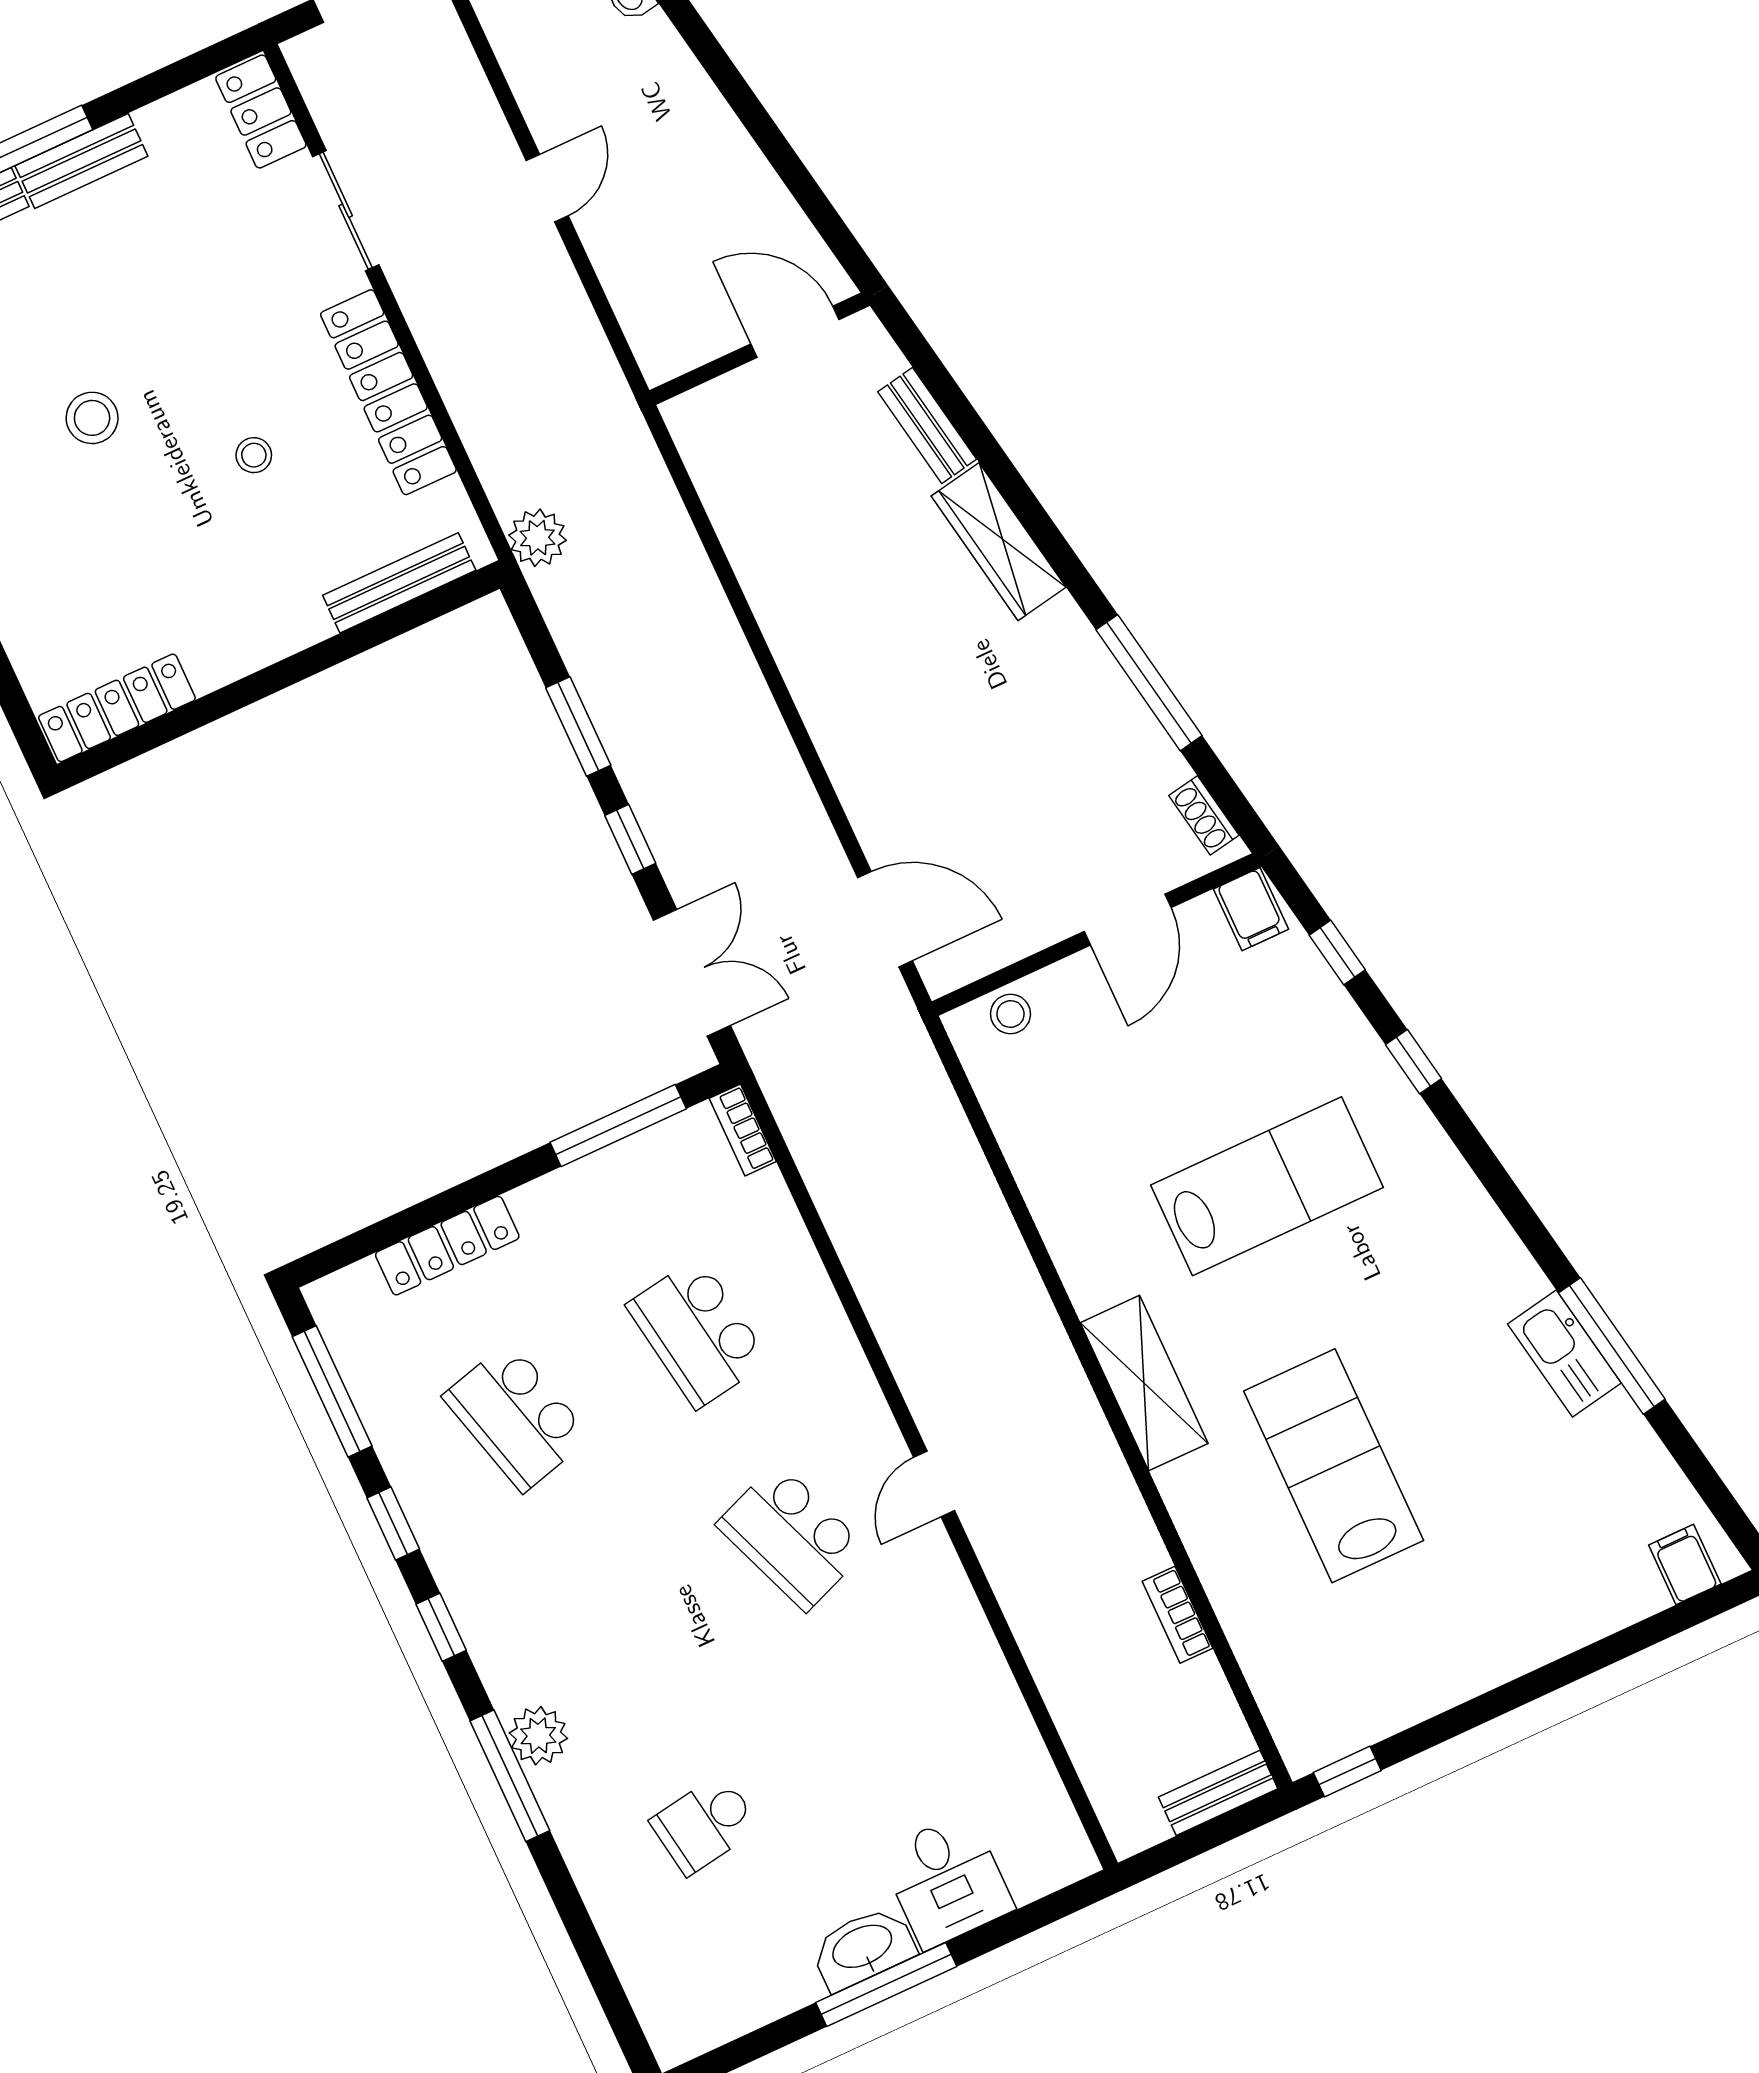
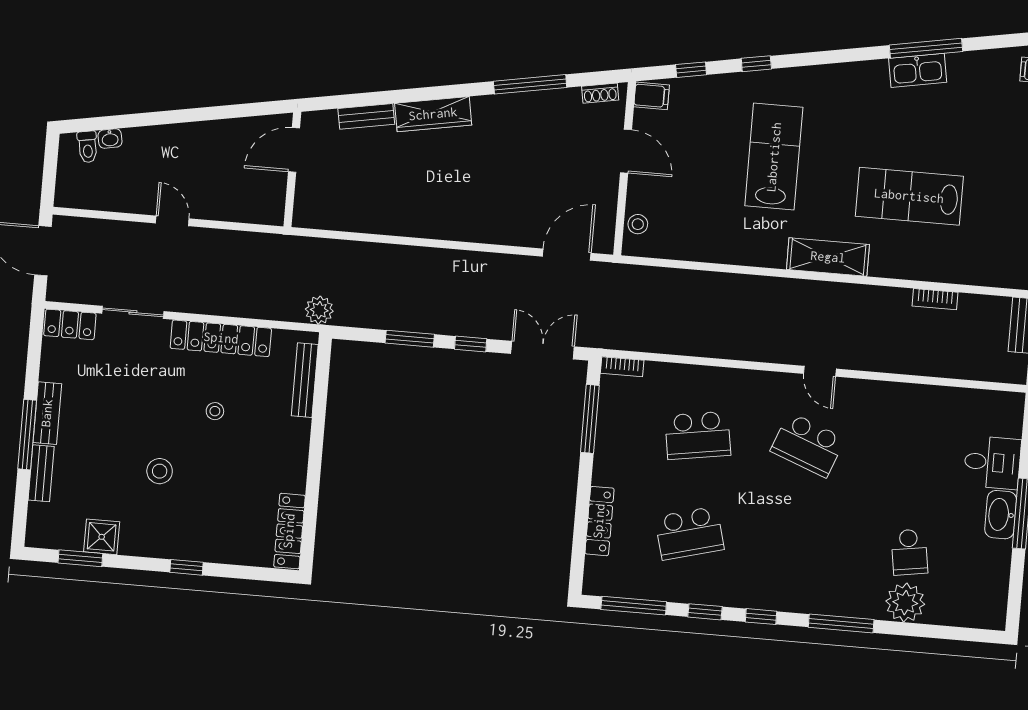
school desk: (792, 1537) -> (808, 445), turned 42
plant: (538, 1736) -> (905, 603), moved, width x1.36, depth x1.36

